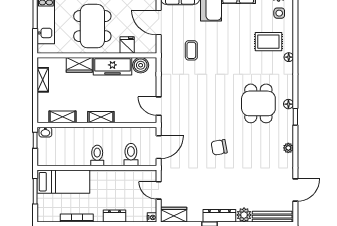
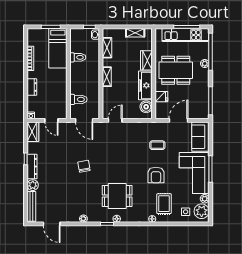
armchair: (231, 52) -> (156, 175), added
toilet: (97, 155) -> (78, 57), moved
door: (159, 190) -> (51, 120), swing flipped

